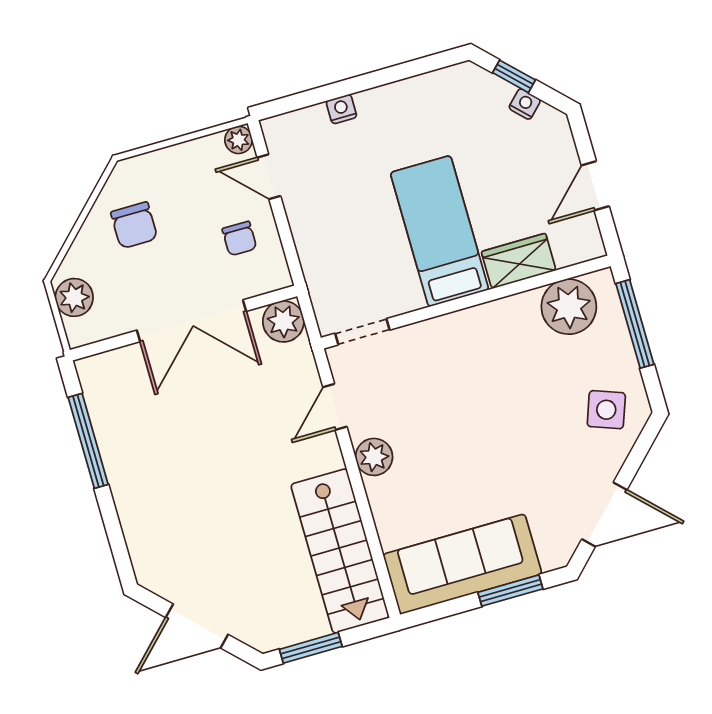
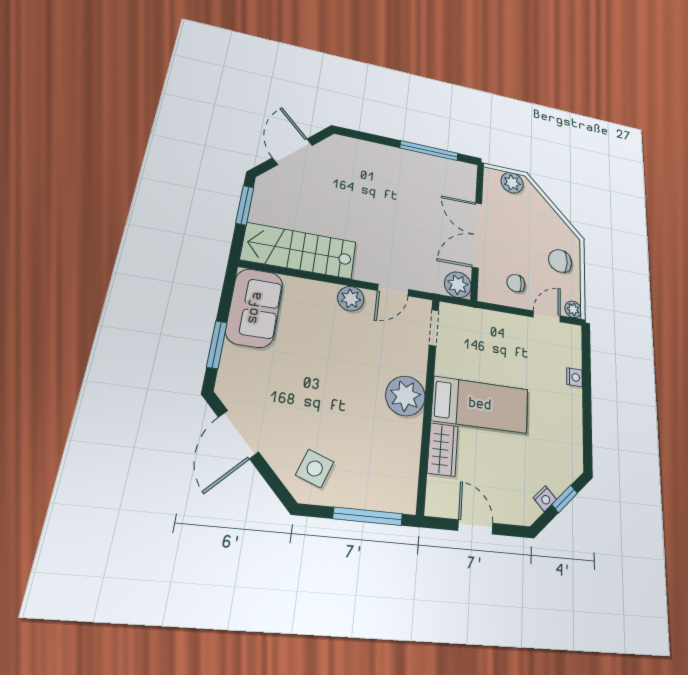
chair: (134, 225) -> (560, 261), moved
plant: (569, 307) -> (405, 396), moved
door: (335, 407) -> (393, 290), swing flipped
sofa: (462, 564) -> (255, 308), width x0.73

